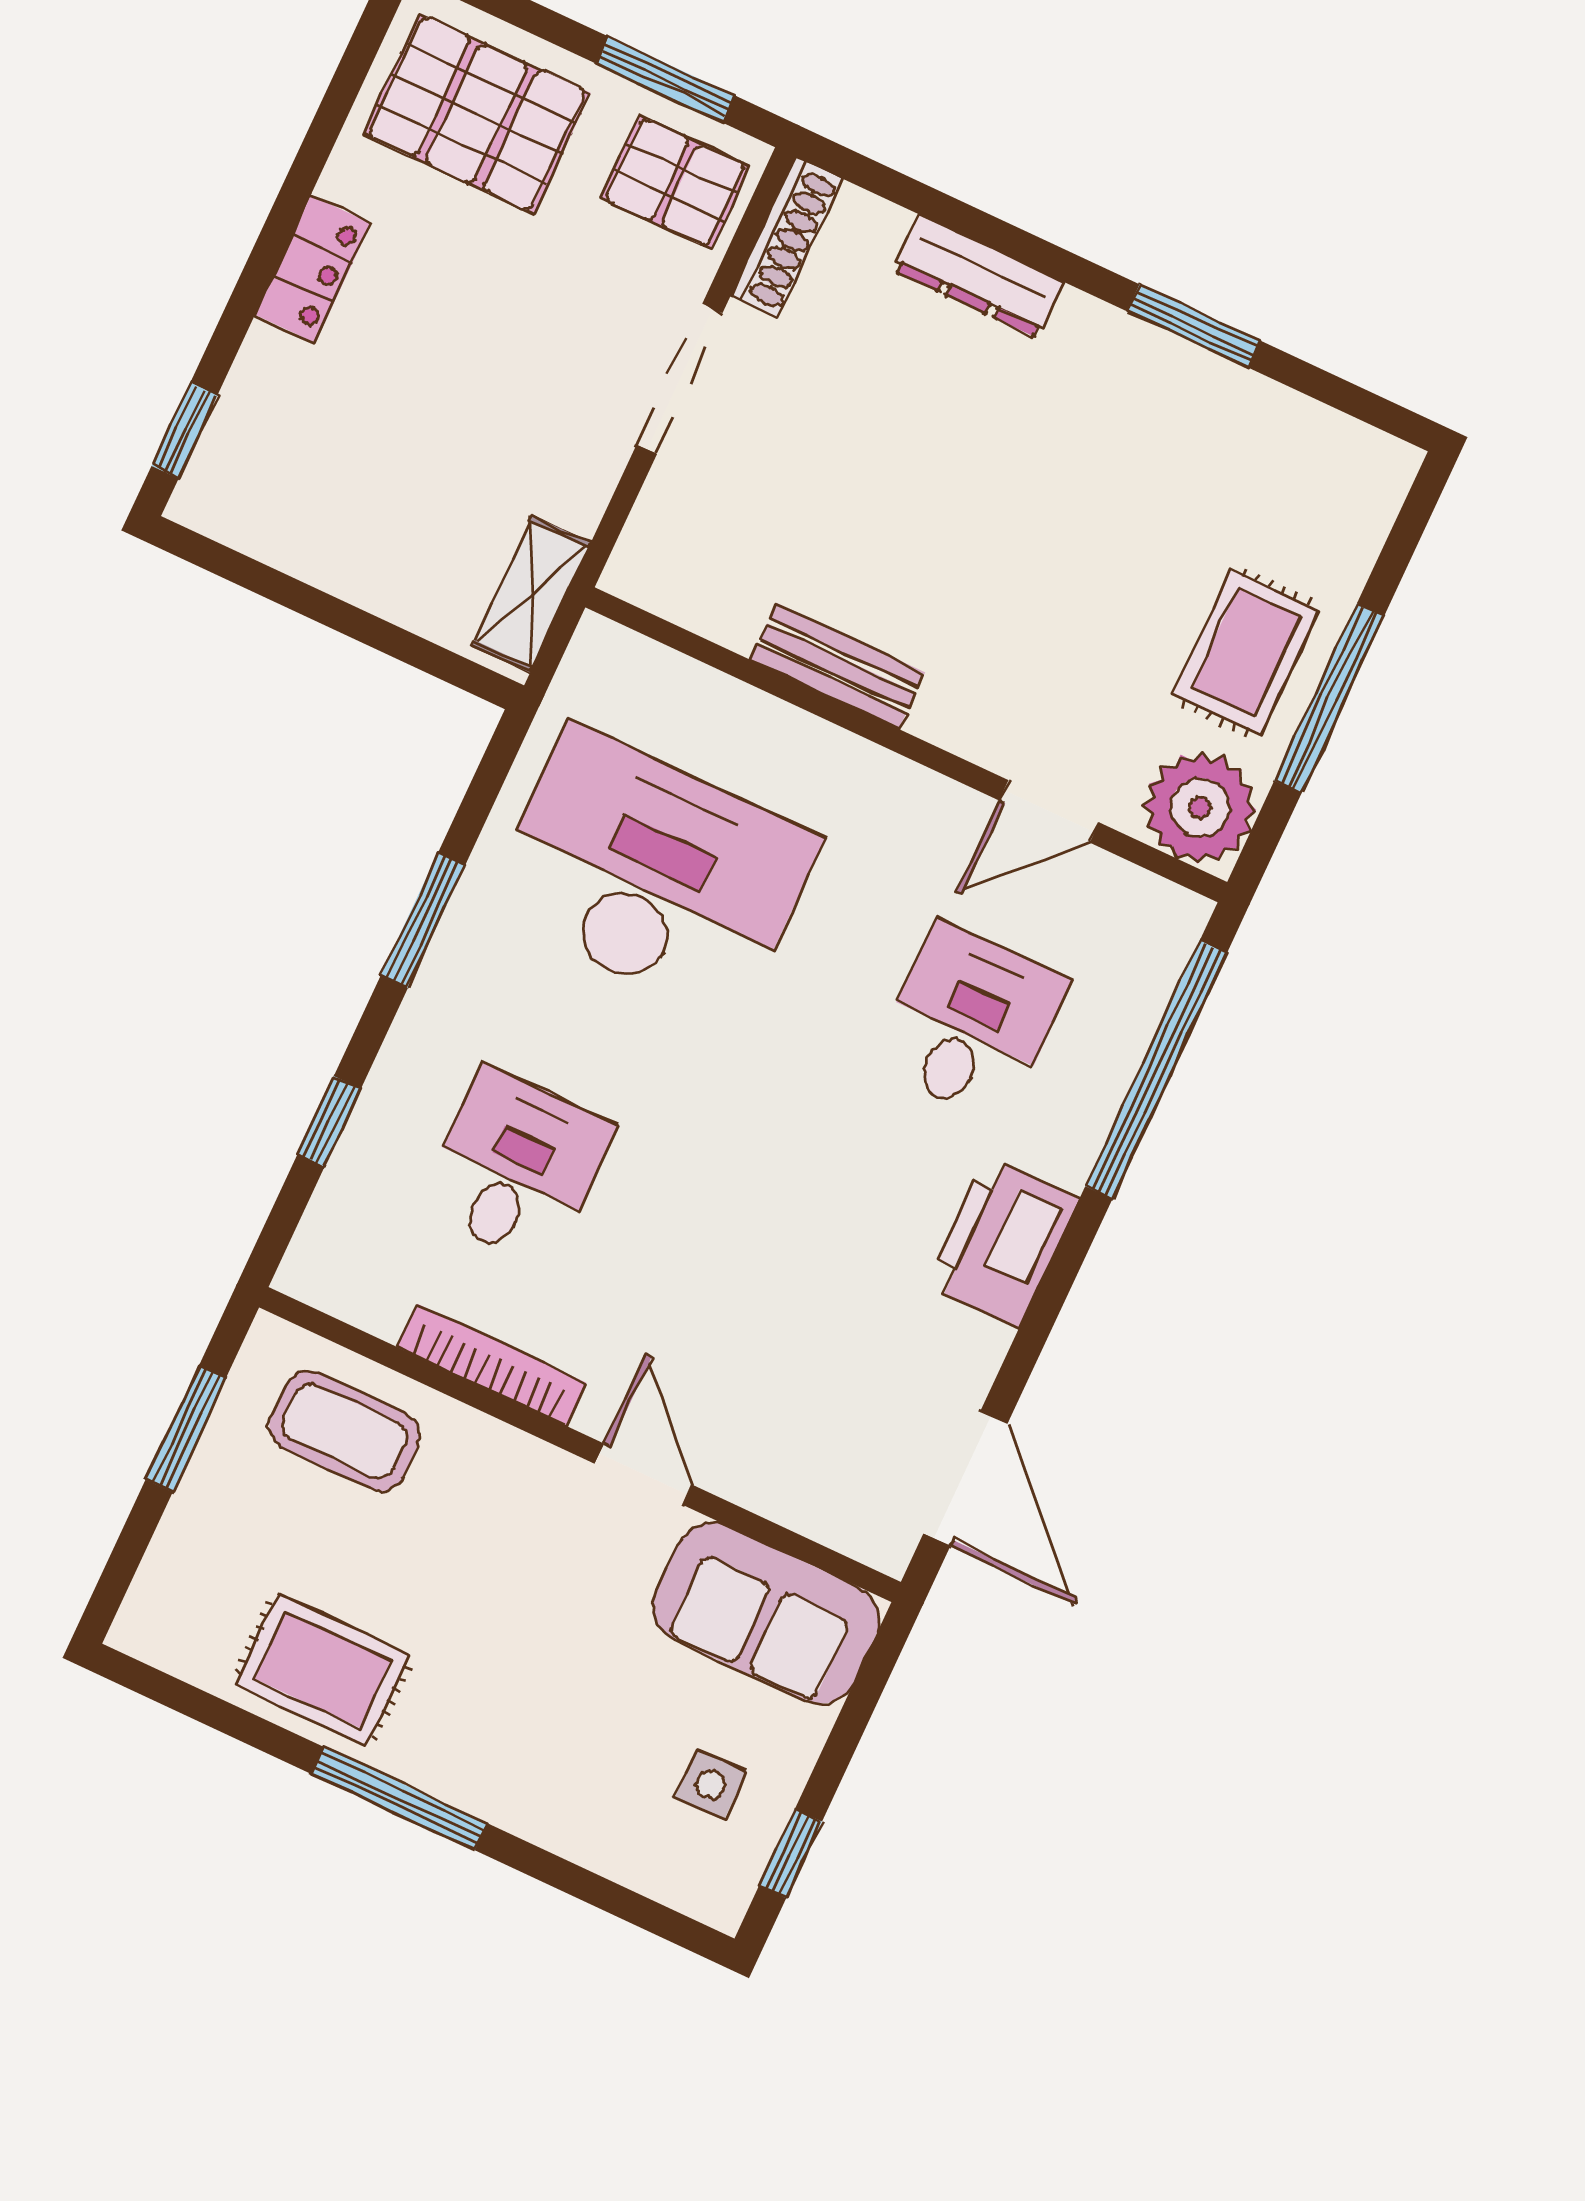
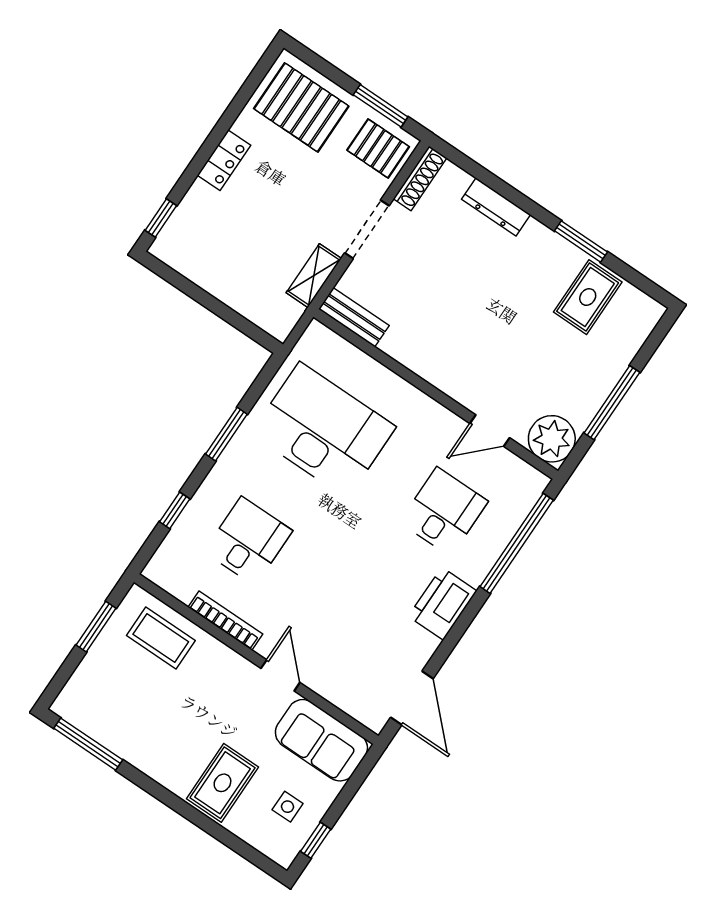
shelving: (531, 594) -> (314, 276), moved
rug: (1246, 652) -> (588, 297), moved
bench: (838, 666) -> (354, 317), moved
rug: (322, 1670) -> (222, 783), moved, turned 90
window: (399, 1799) -> (88, 744), moved

